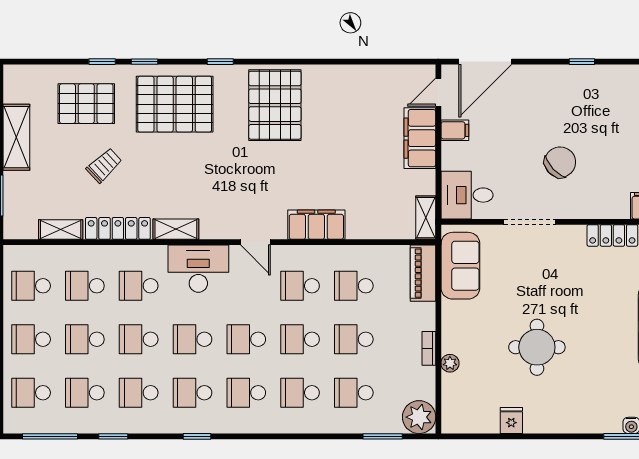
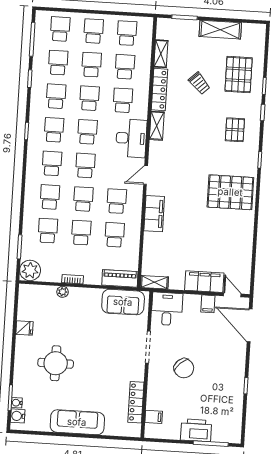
pallet: (175, 104) -> (235, 130), width x0.49, depth x0.50
round table: (537, 347) -> (56, 363), moved

